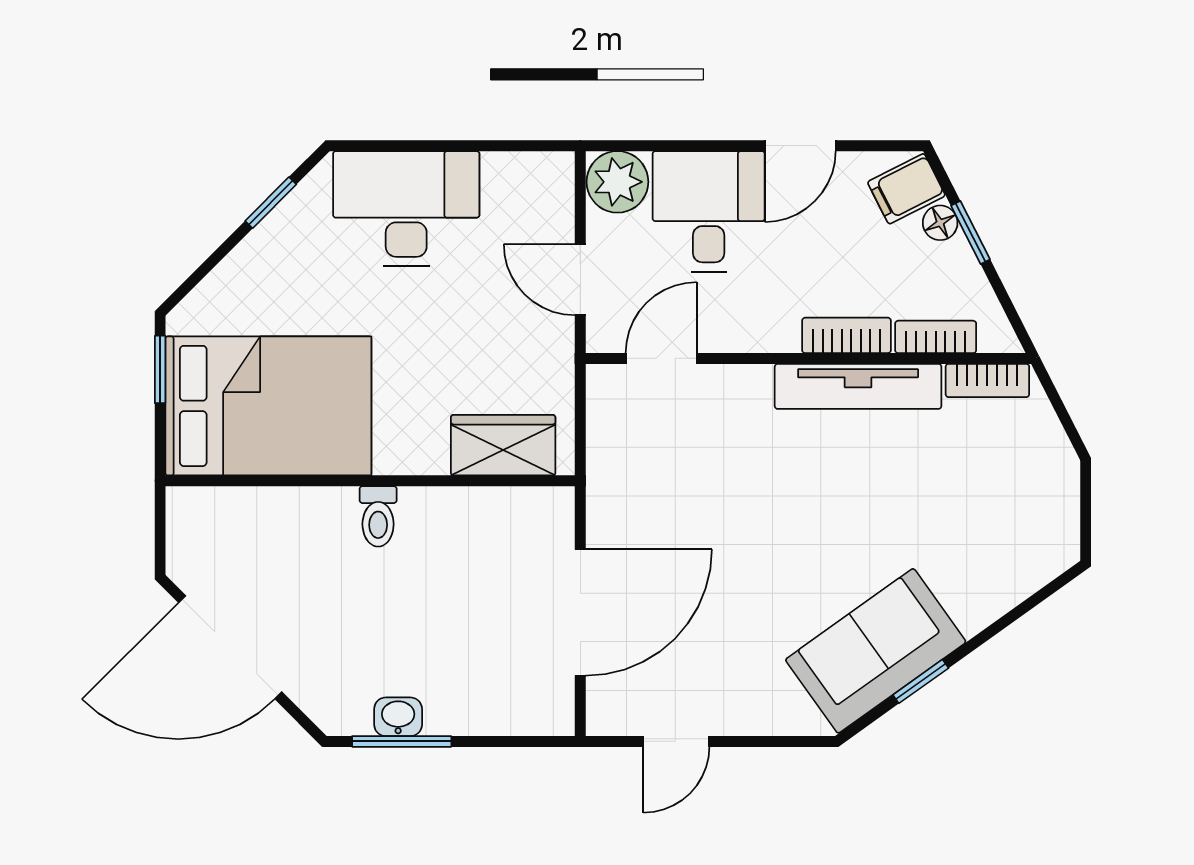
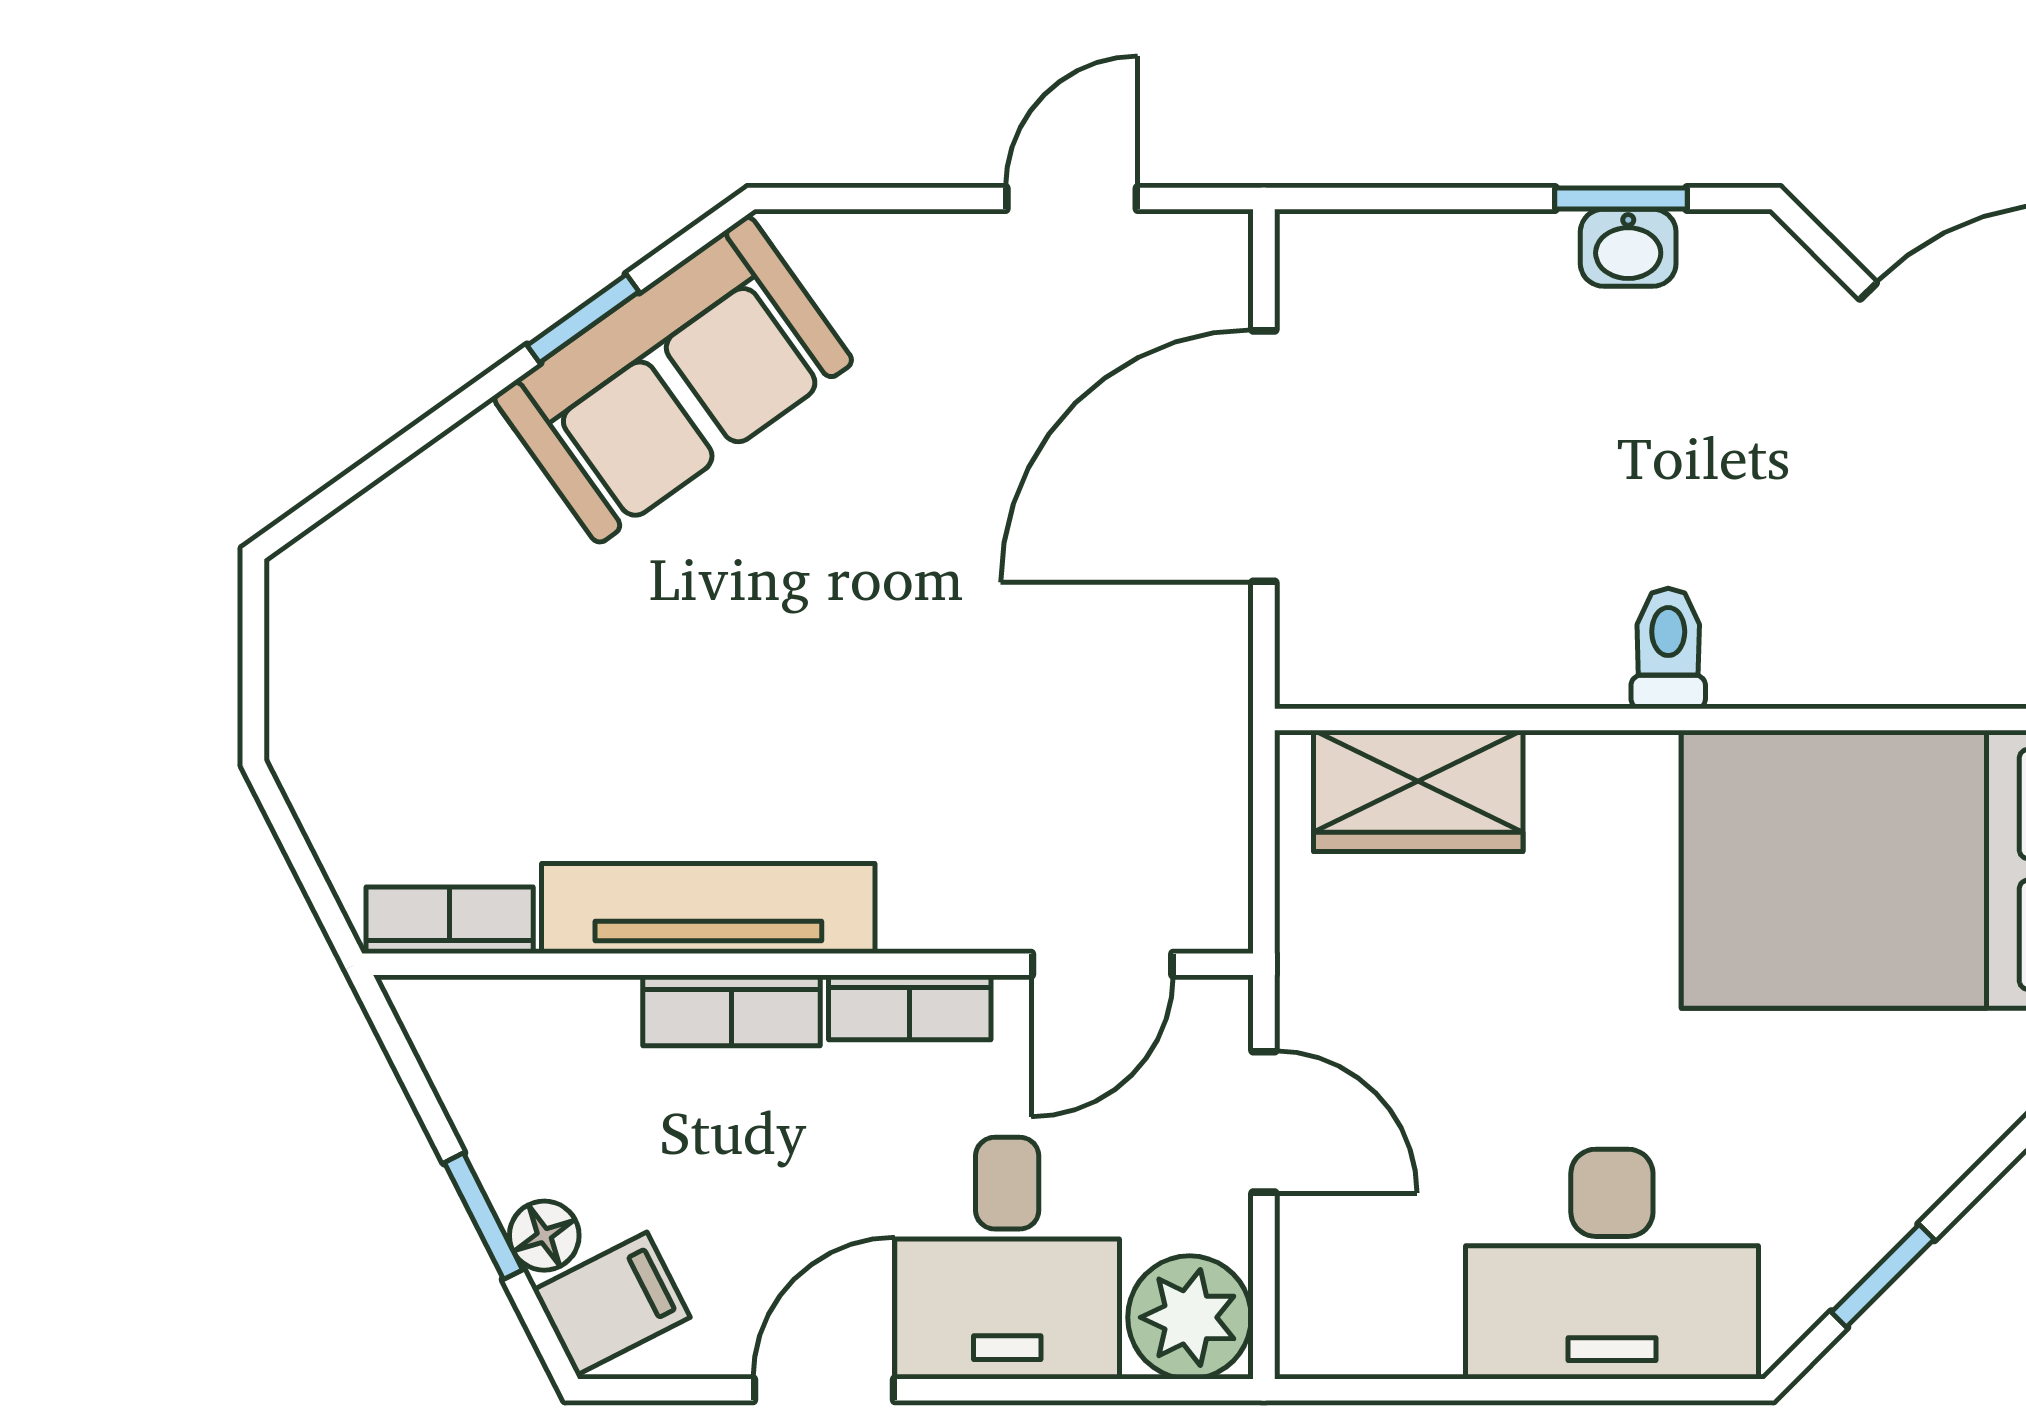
bookcase: (936, 337) -> (910, 1007), moved
window: (402, 741) -> (1621, 198), width x0.67

